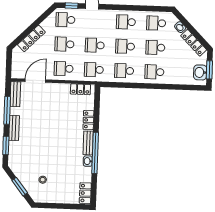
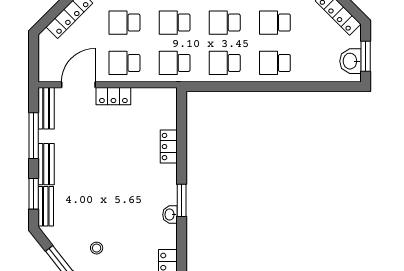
locker: (80, 89) -> (113, 96), moved
bench: (88, 143) -> (46, 206), moved
window: (95, 153) -> (182, 200), width x0.47

